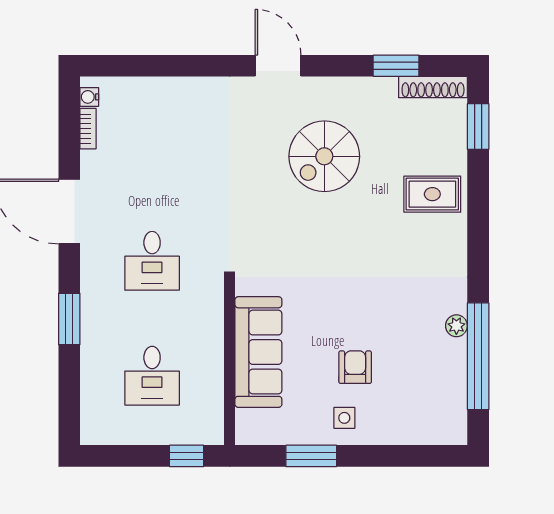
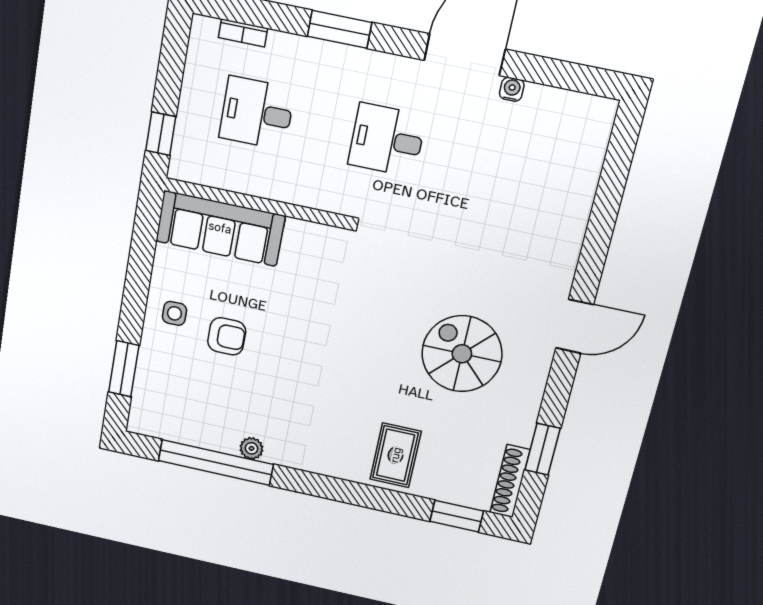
water cooler: (89, 97) -> (512, 89), moved
bookcase: (88, 129) -> (243, 33), moved
sofa: (258, 352) -> (220, 228), moved
window: (311, 456) -> (124, 369), moved

